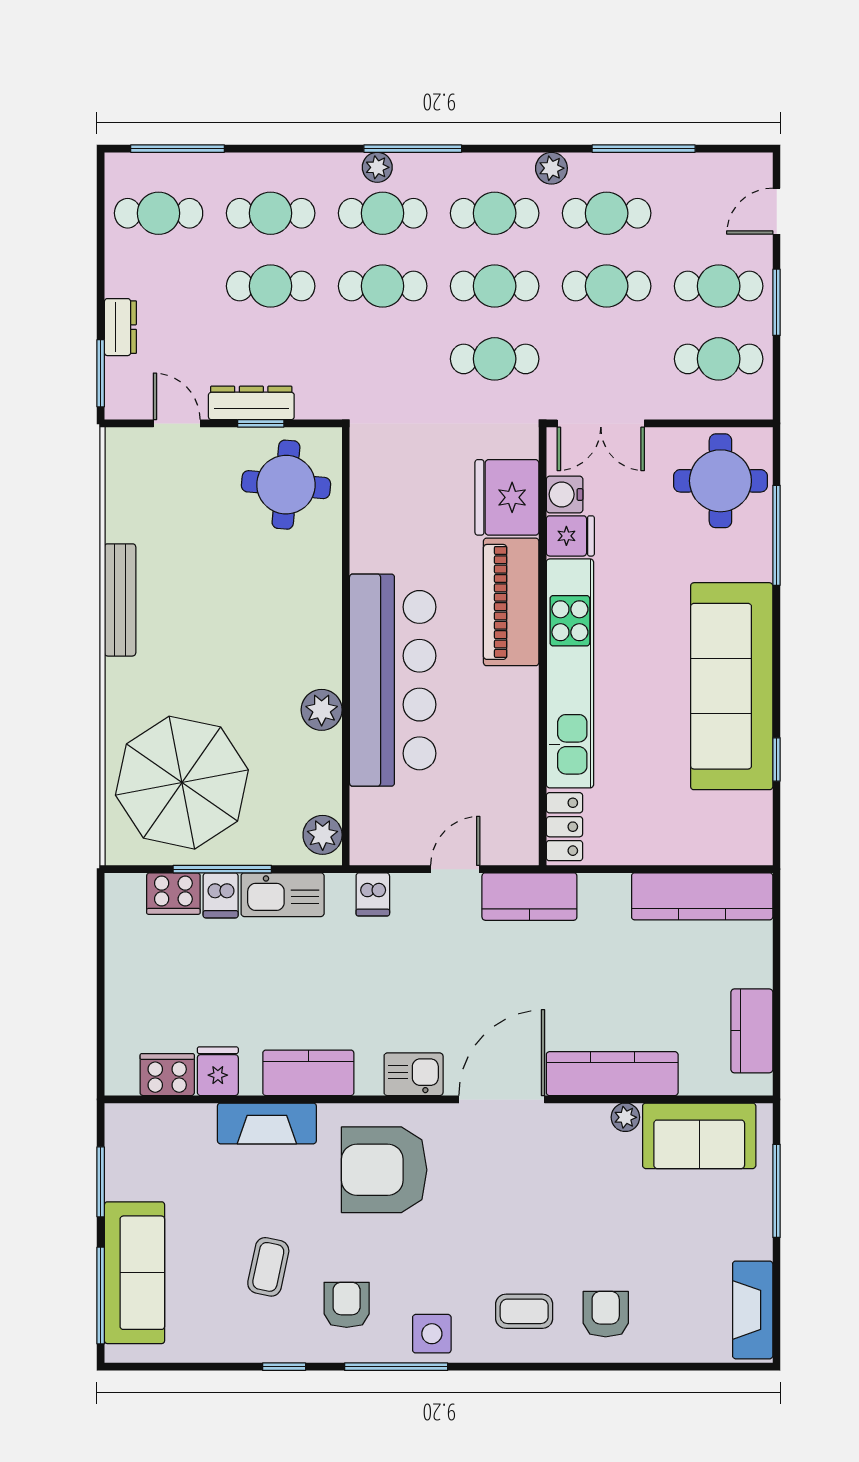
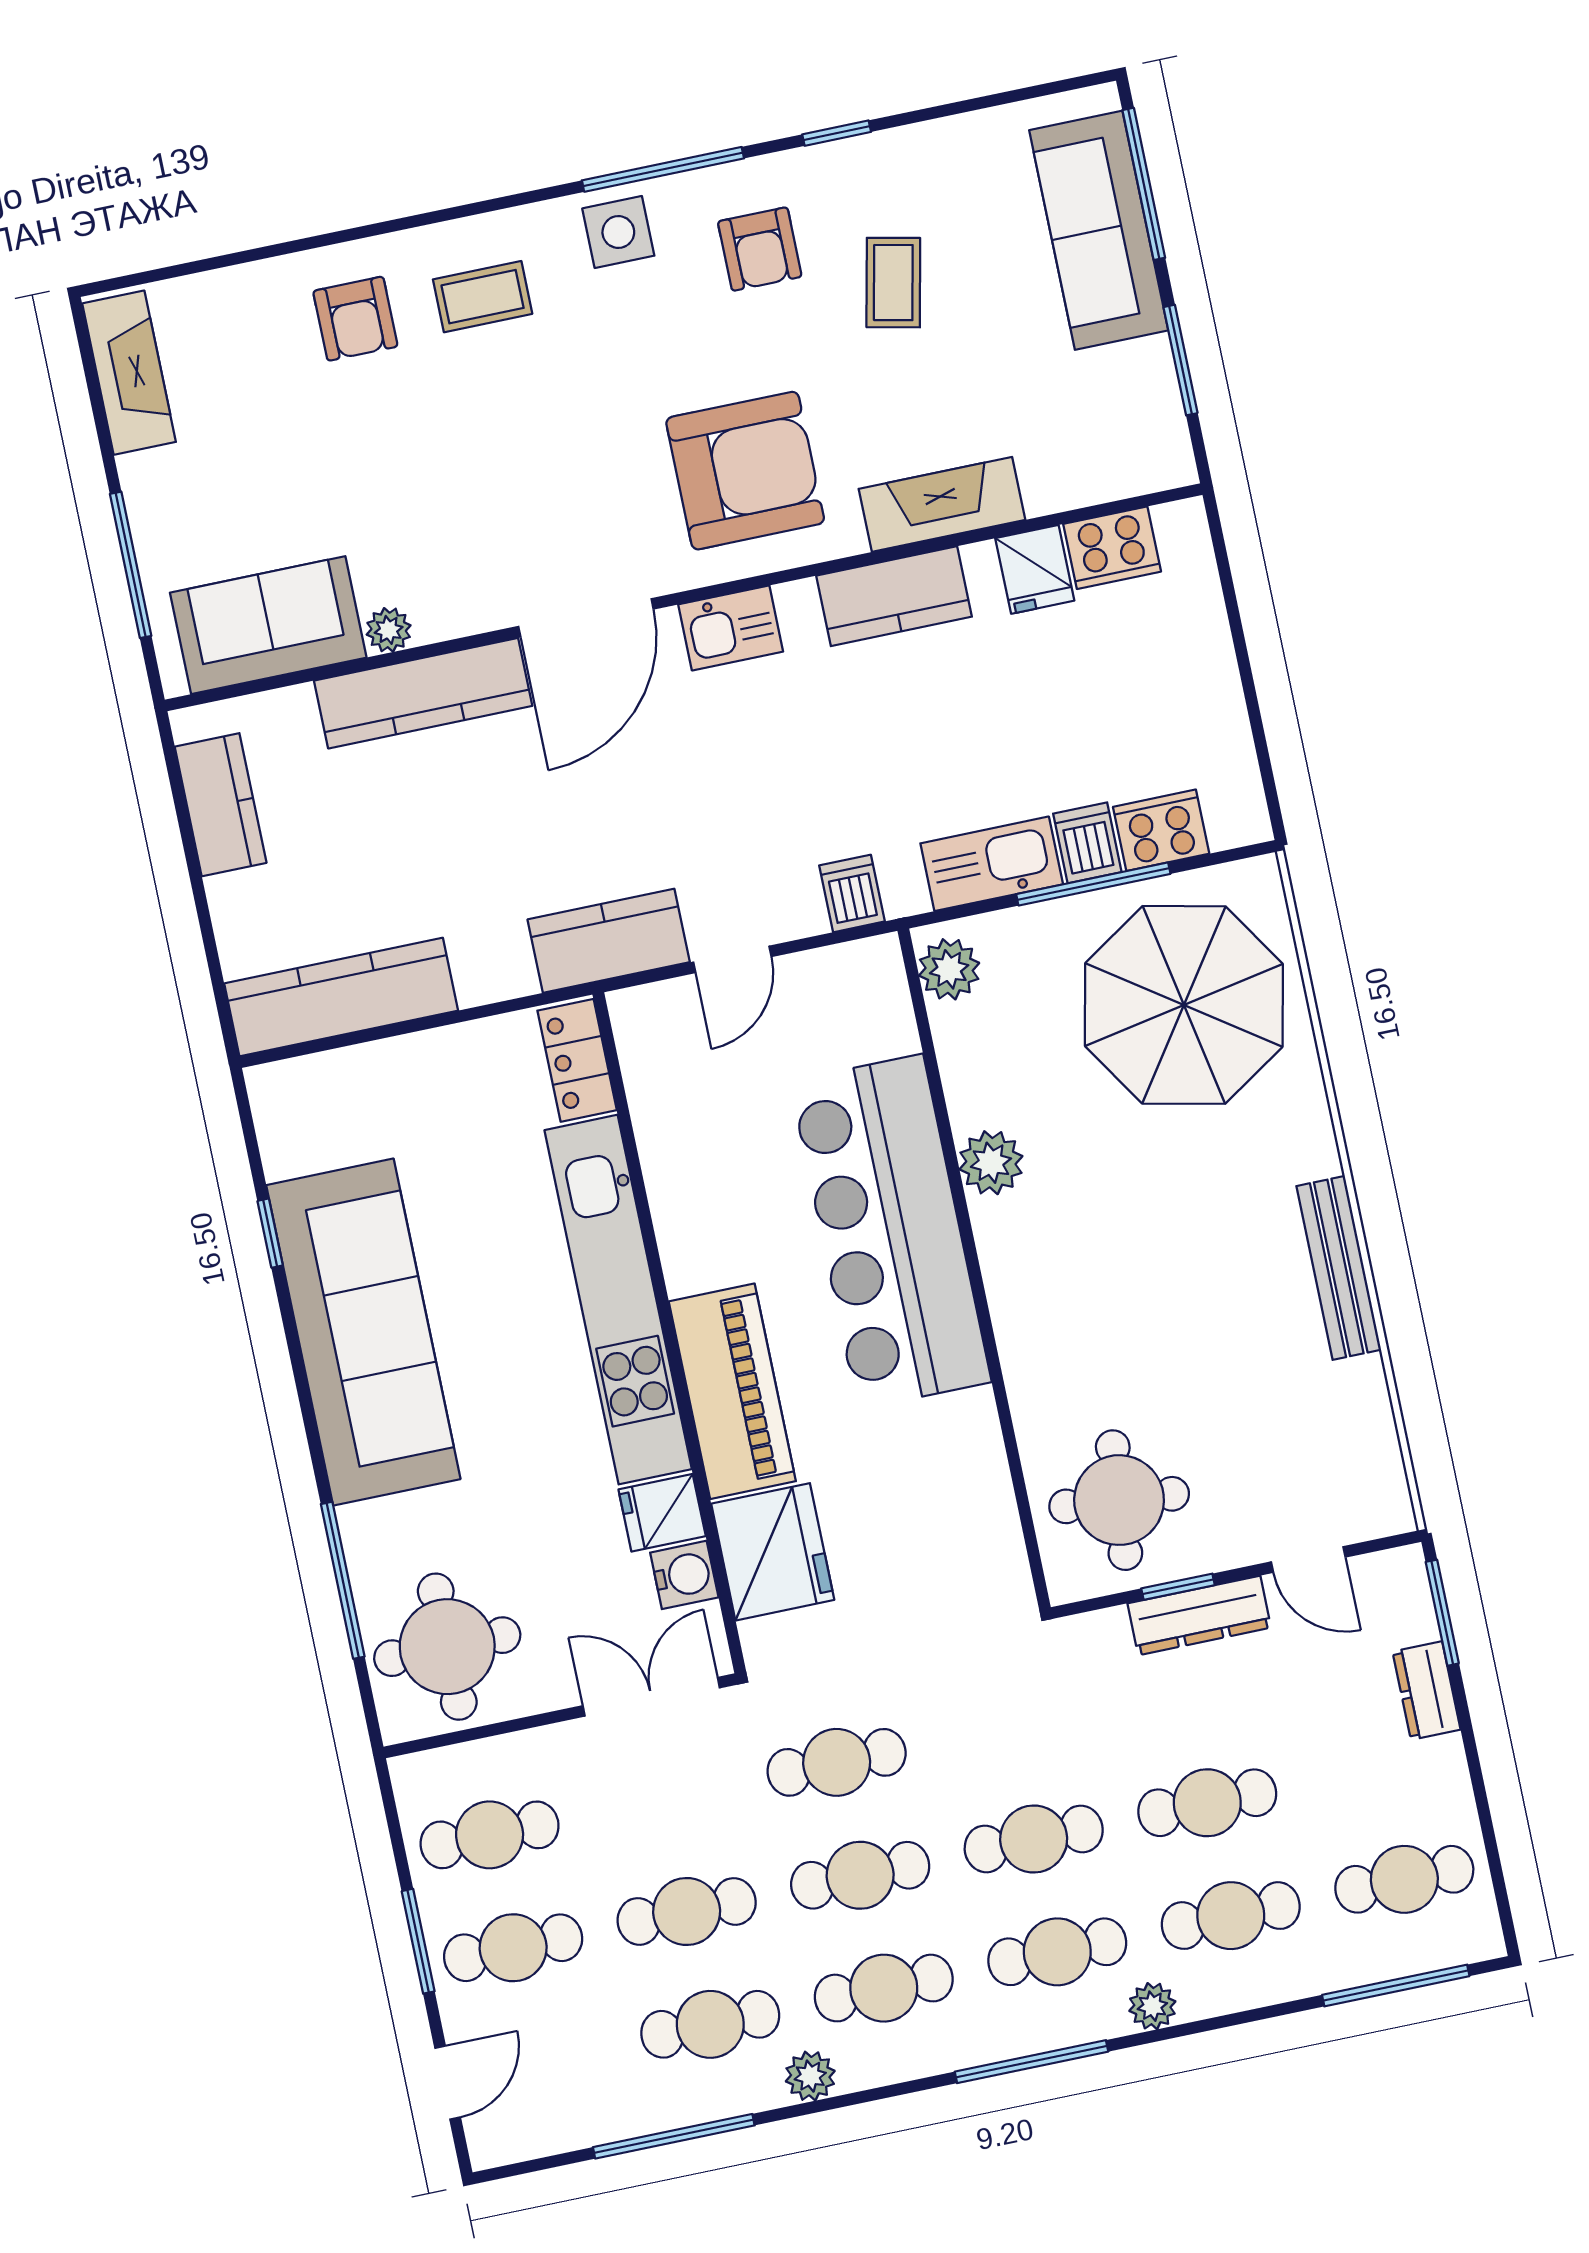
plant: (377, 167) -> (1152, 2006), moved

